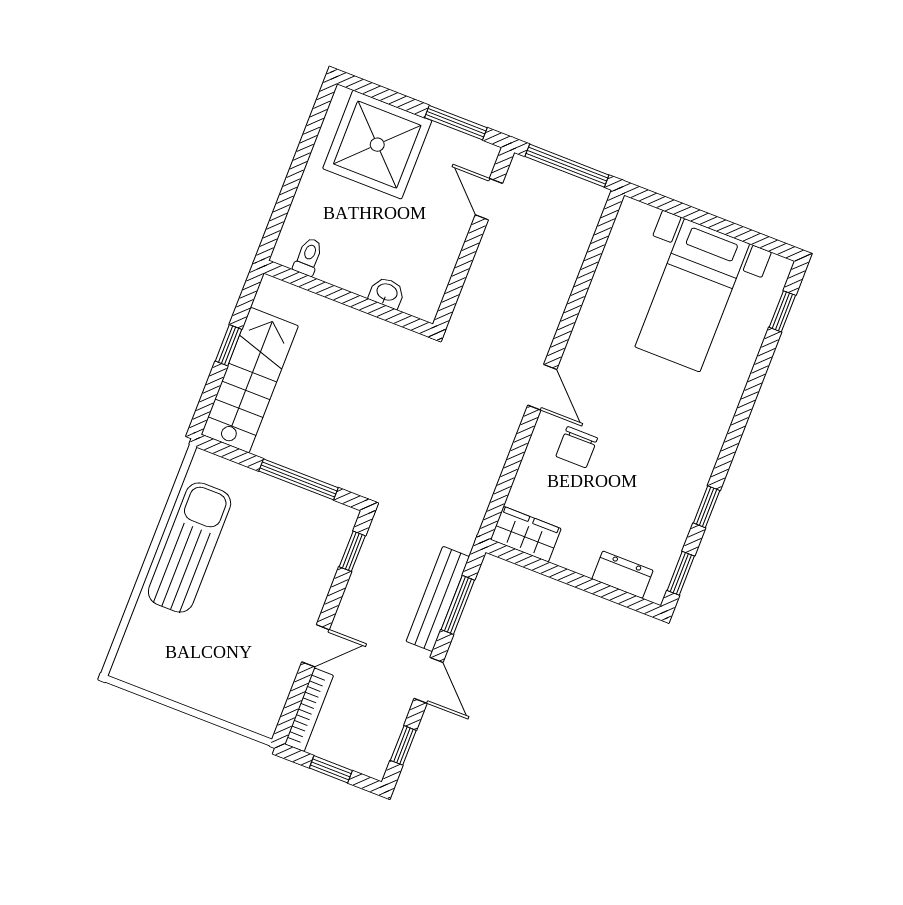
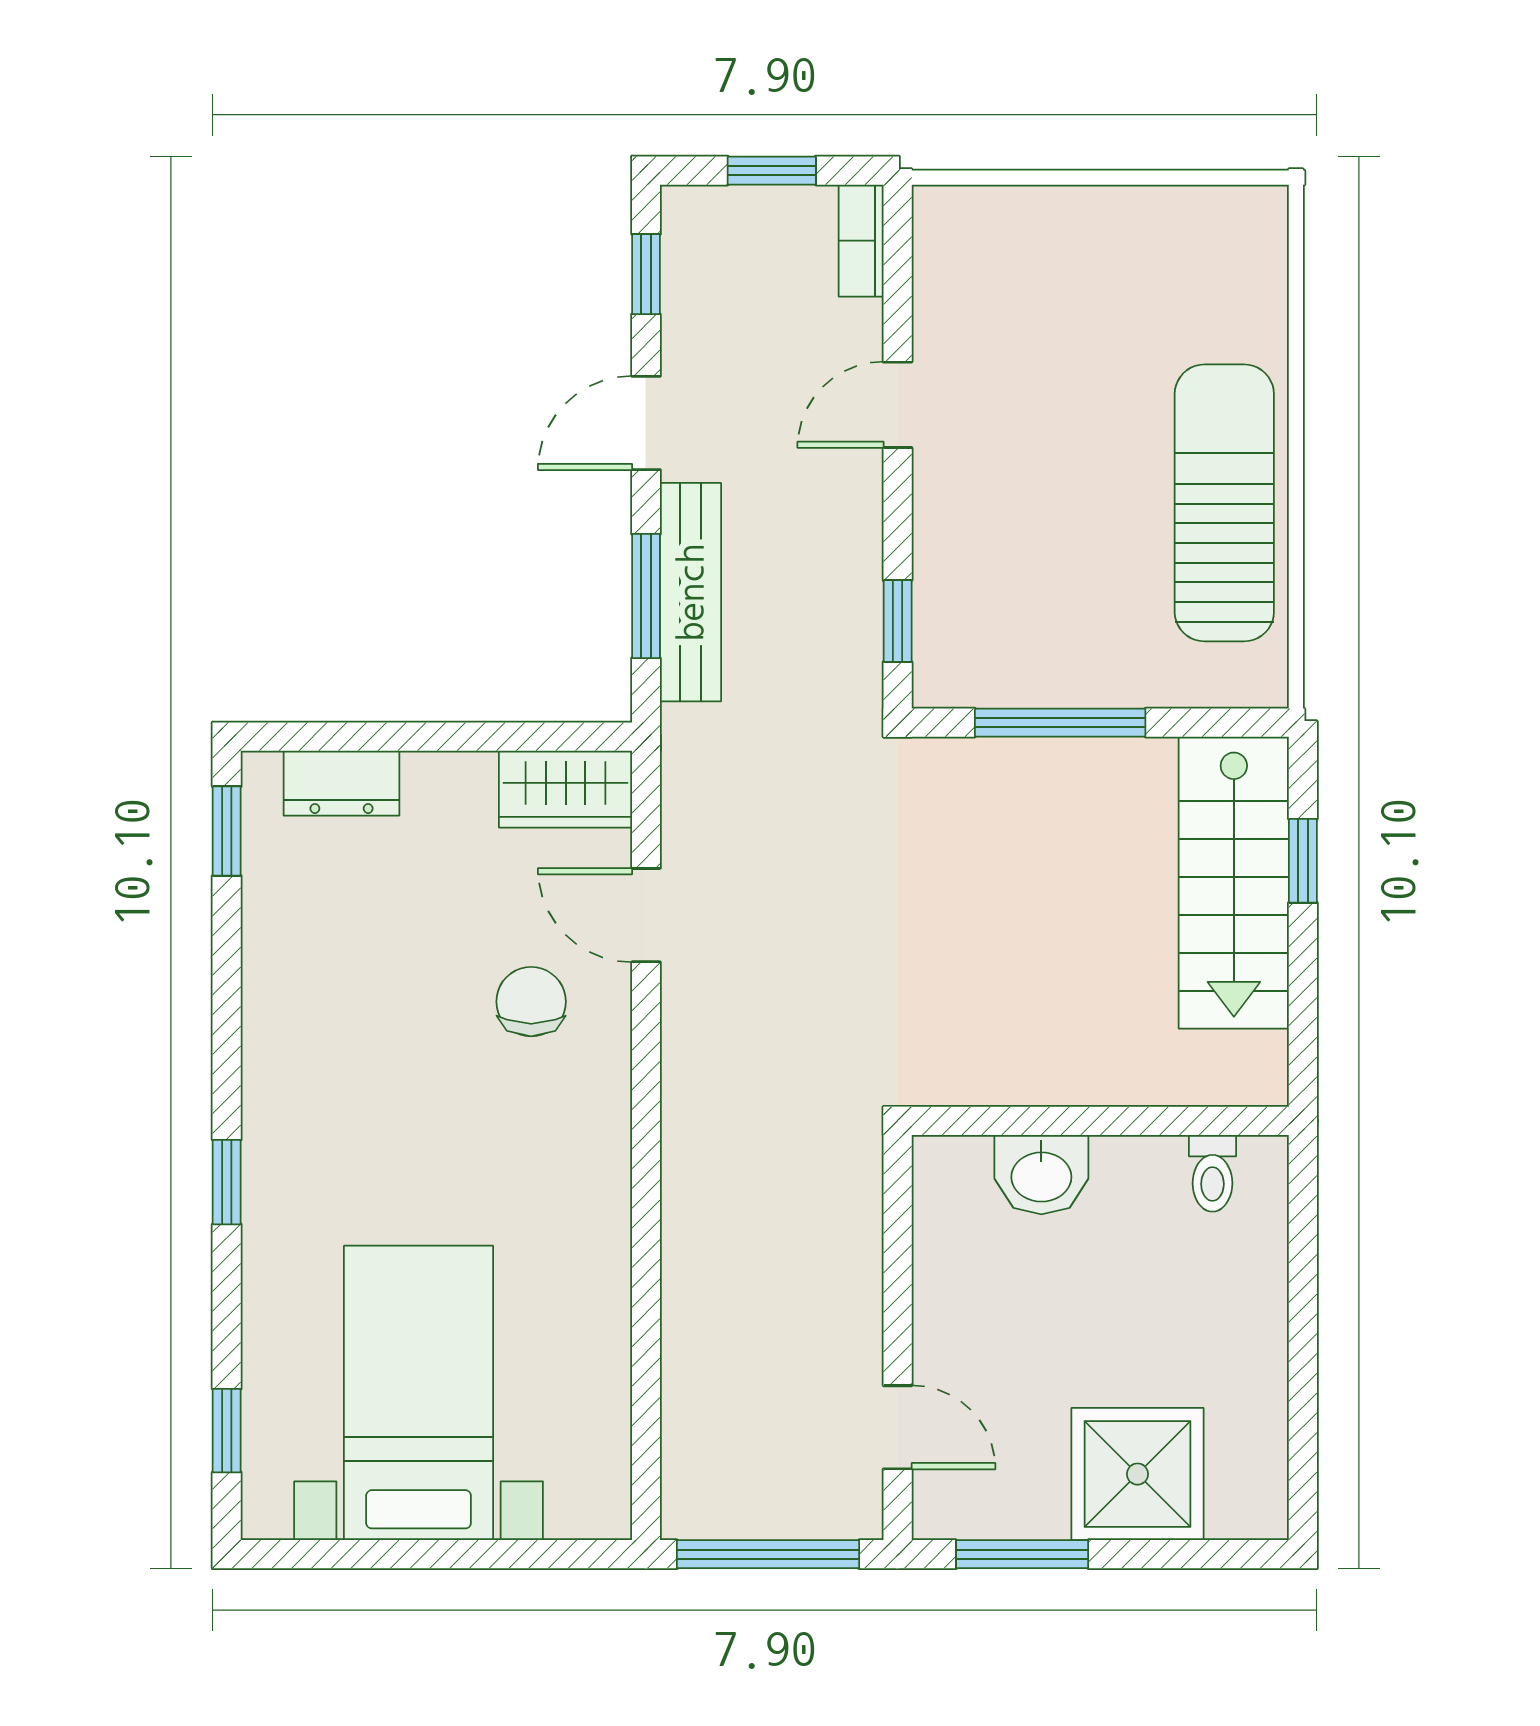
shower: (377, 145) -> (1137, 1474), width x0.73, depth x0.73
washbasin: (387, 293) -> (1041, 1175), width x1.38, depth x1.45
window: (229, 345) -> (1303, 861), moved
door: (542, 387) -> (646, 915), moved
window: (707, 507) -> (227, 1182), moved
sun lounger: (190, 548) -> (1224, 503), turned 180
door: (429, 680) -> (646, 423), hinge flipped
bookcase: (309, 710) -> (861, 241), width x0.64

